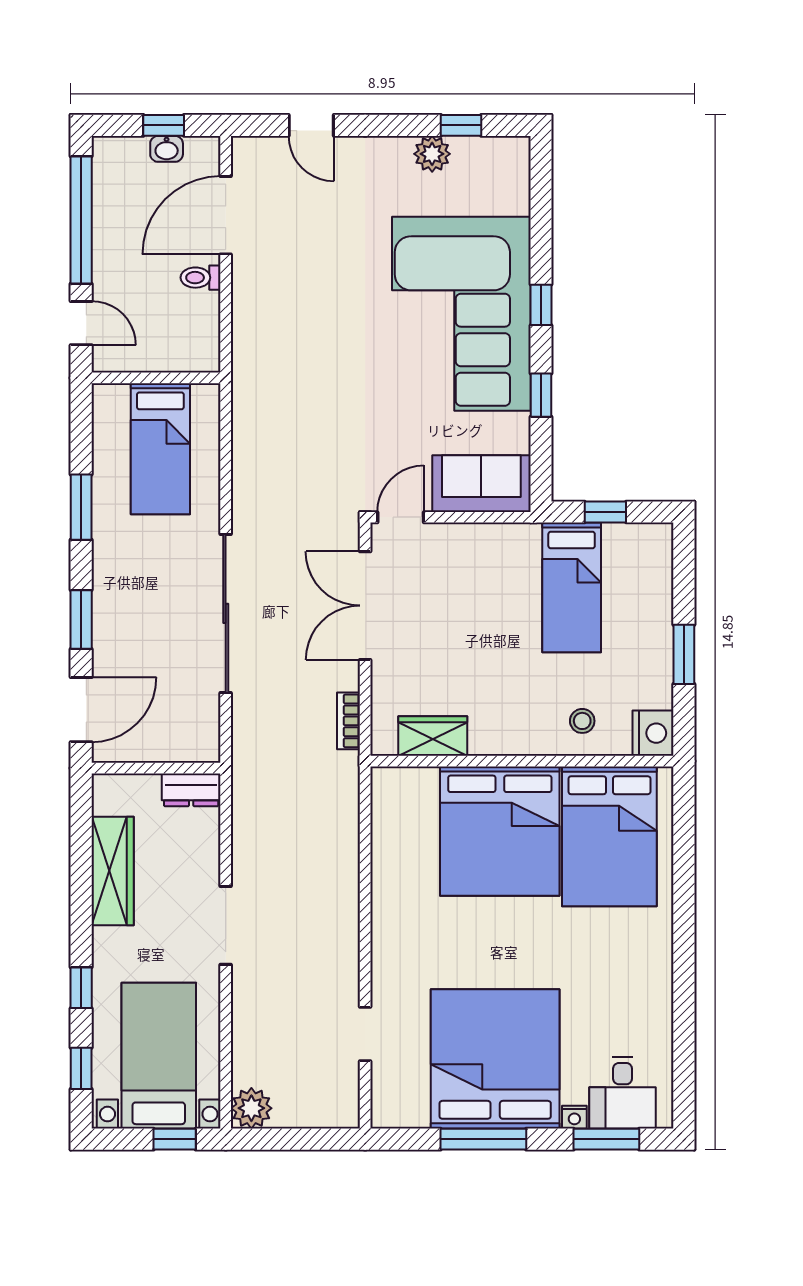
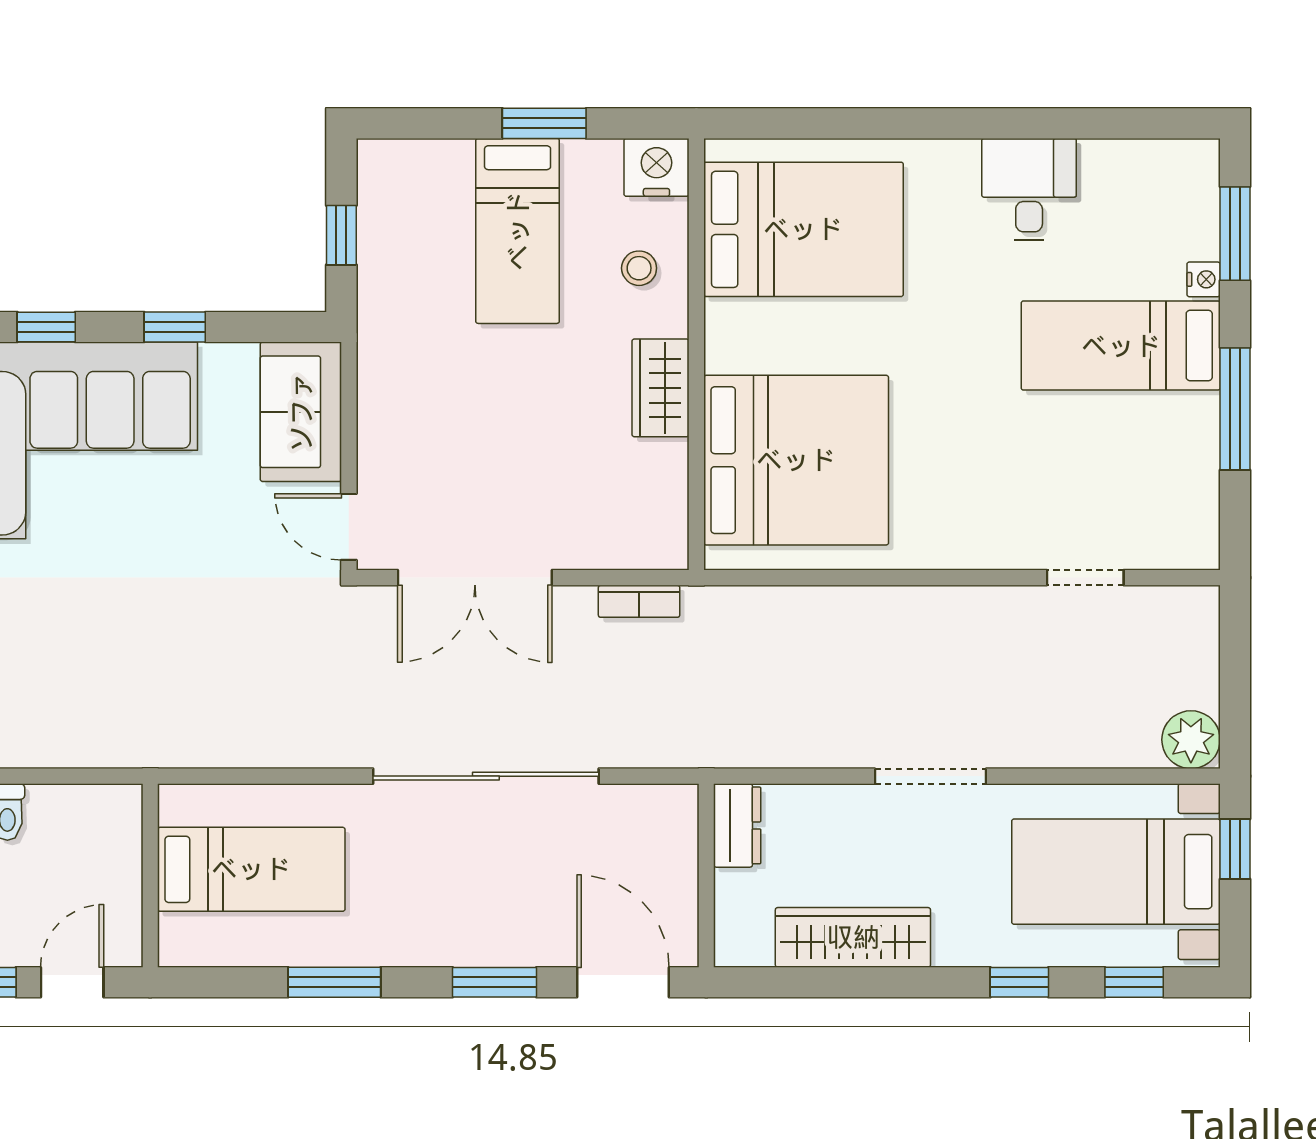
bed: (572, 587) -> (518, 231), moved, turned 90
wardrobe: (433, 736) -> (660, 388), moved
bed: (500, 831) -> (796, 460), moved
bed: (495, 1059) -> (1121, 346), width x0.49
desk: (623, 1093) -> (1029, 189), moved, turned -90

